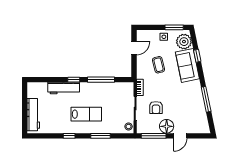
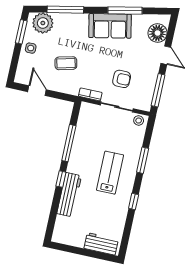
window: (197, 56) -> (65, 10), width x2.17
sofa: (187, 65) -> (110, 26), moved
workbench: (33, 115) -> (101, 244), width x0.73
floor lamp: (167, 126) -> (158, 33), moved

